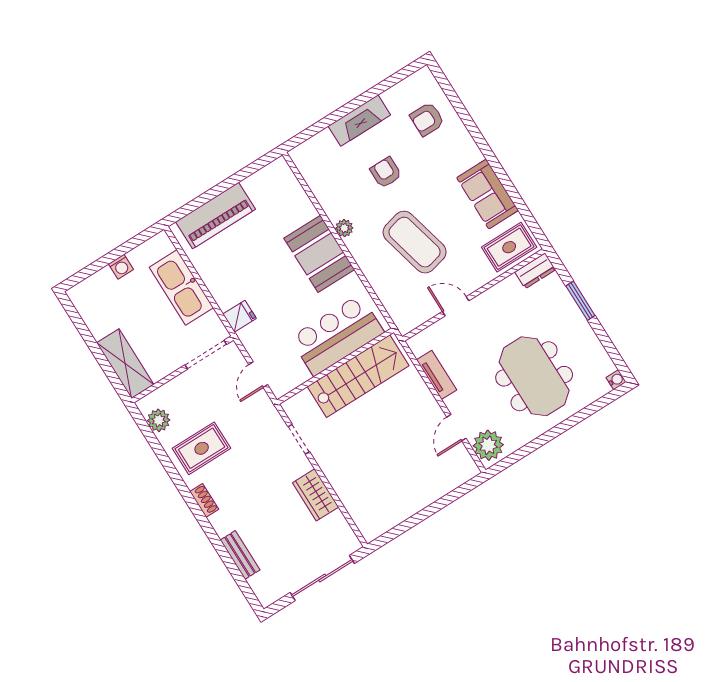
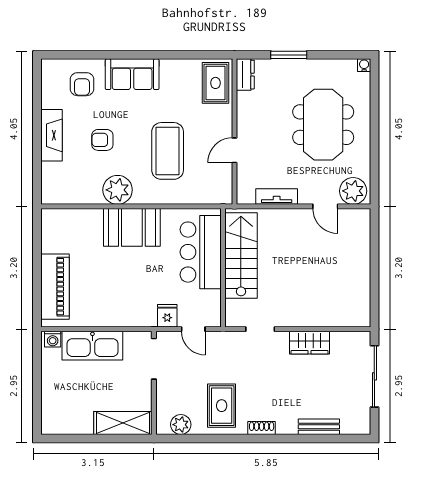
sofa: (488, 194) -> (132, 74), moved
plant: (344, 228) -> (118, 190), width x1.87, depth x1.87
coffee table: (415, 242) -> (168, 151), turned -76
washing machine: (121, 267) -> (53, 339), moved, turned 90
fridge: (240, 316) -> (167, 316), moved
meeting table: (534, 376) -> (323, 125), turned 90

